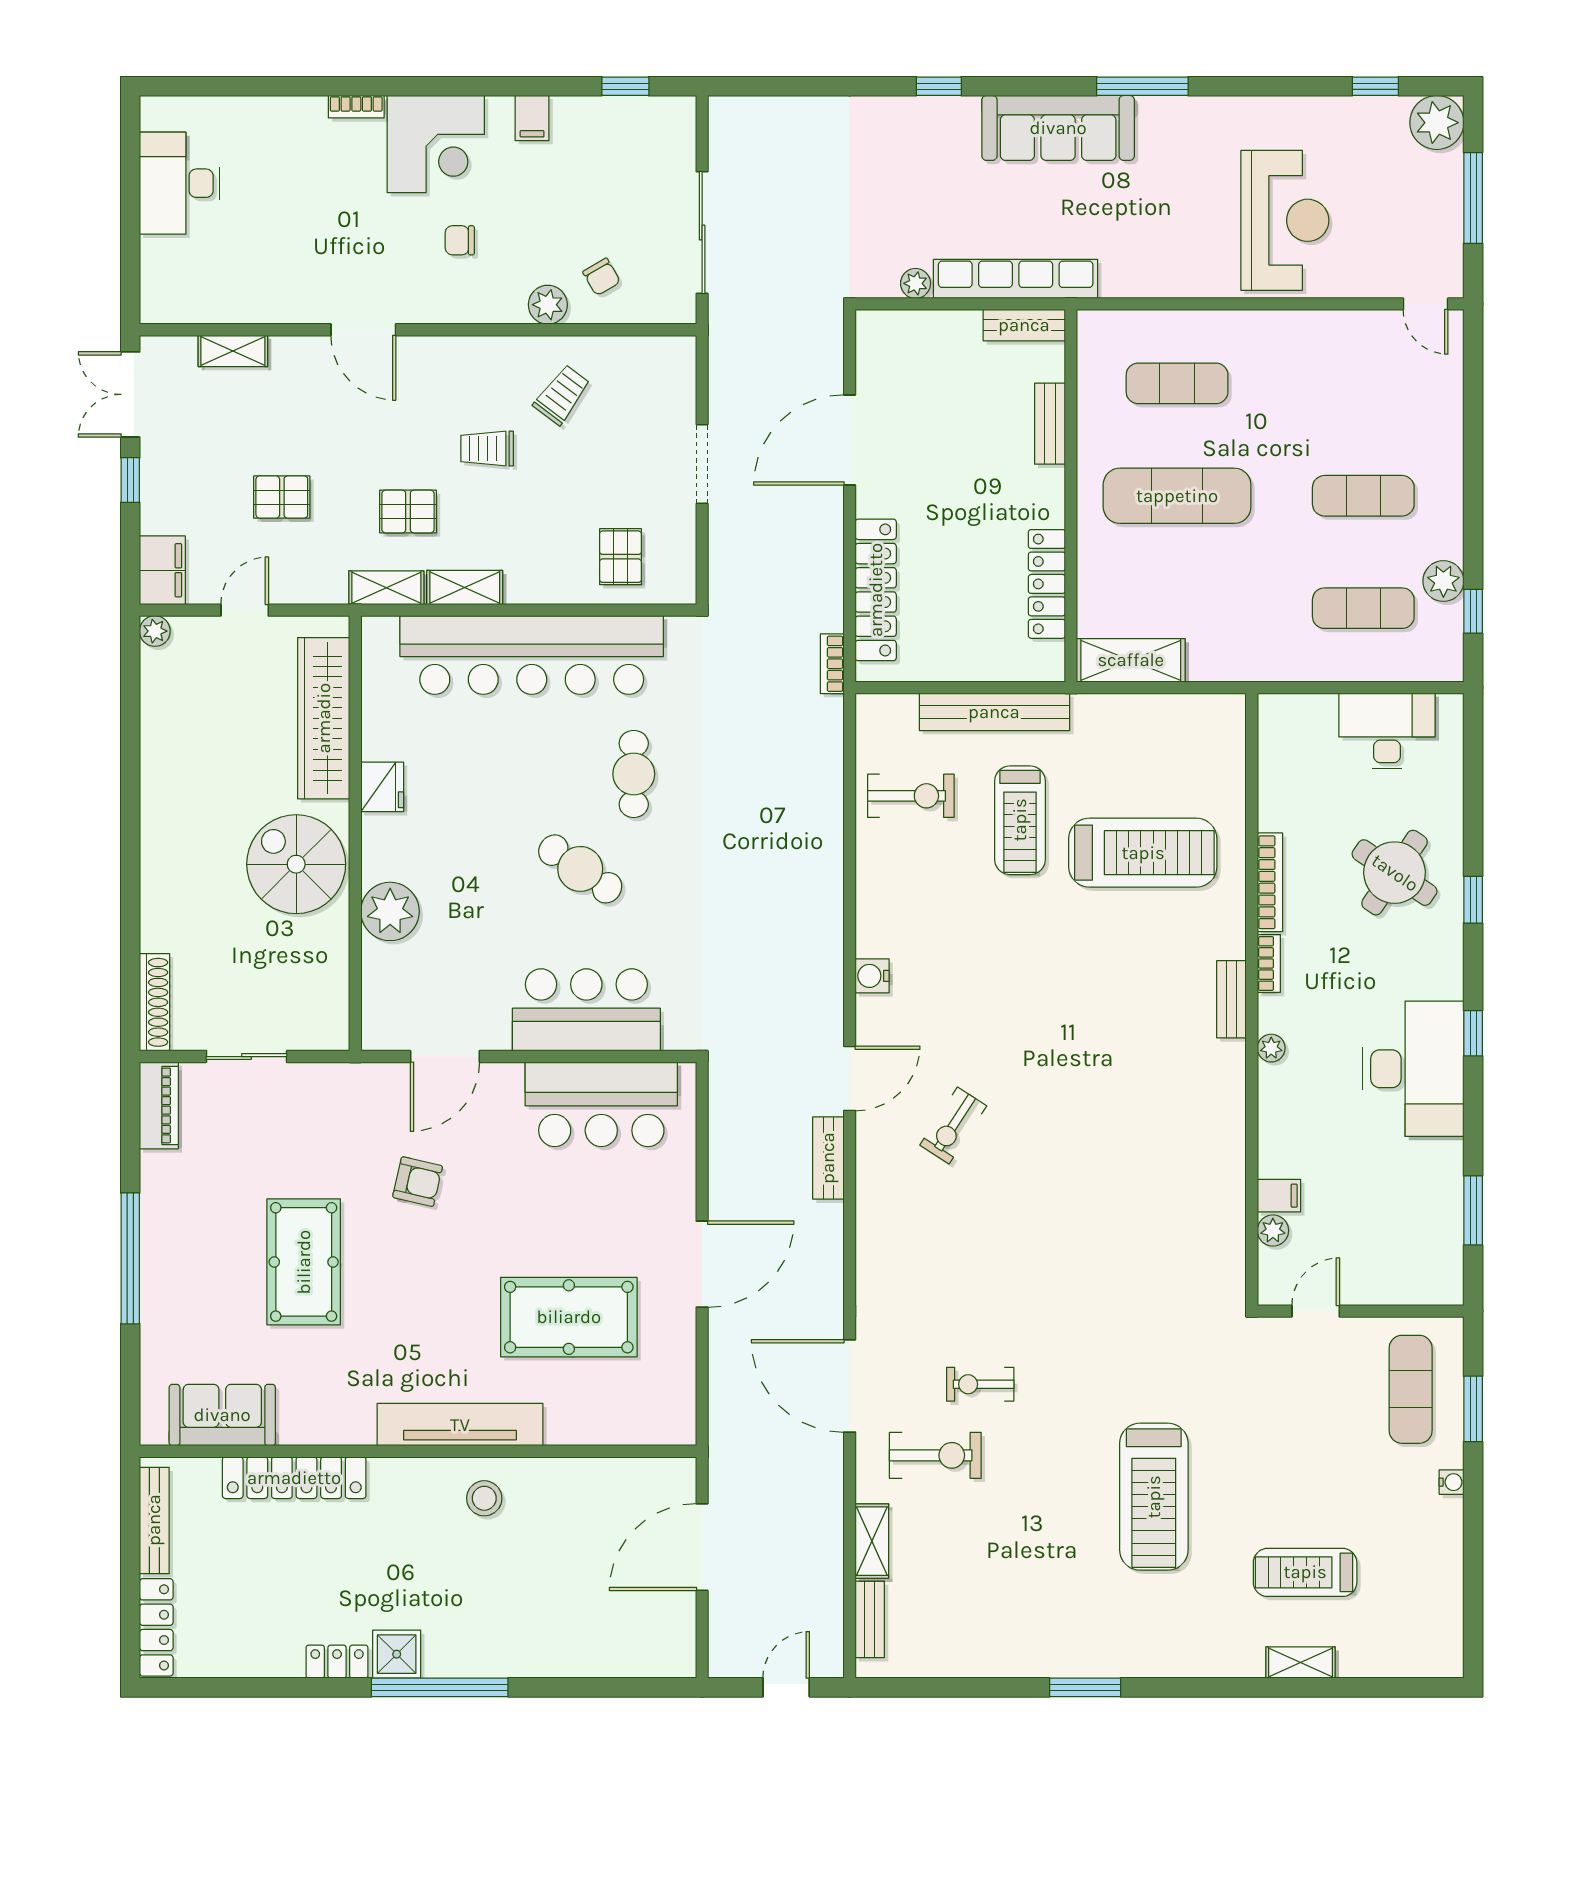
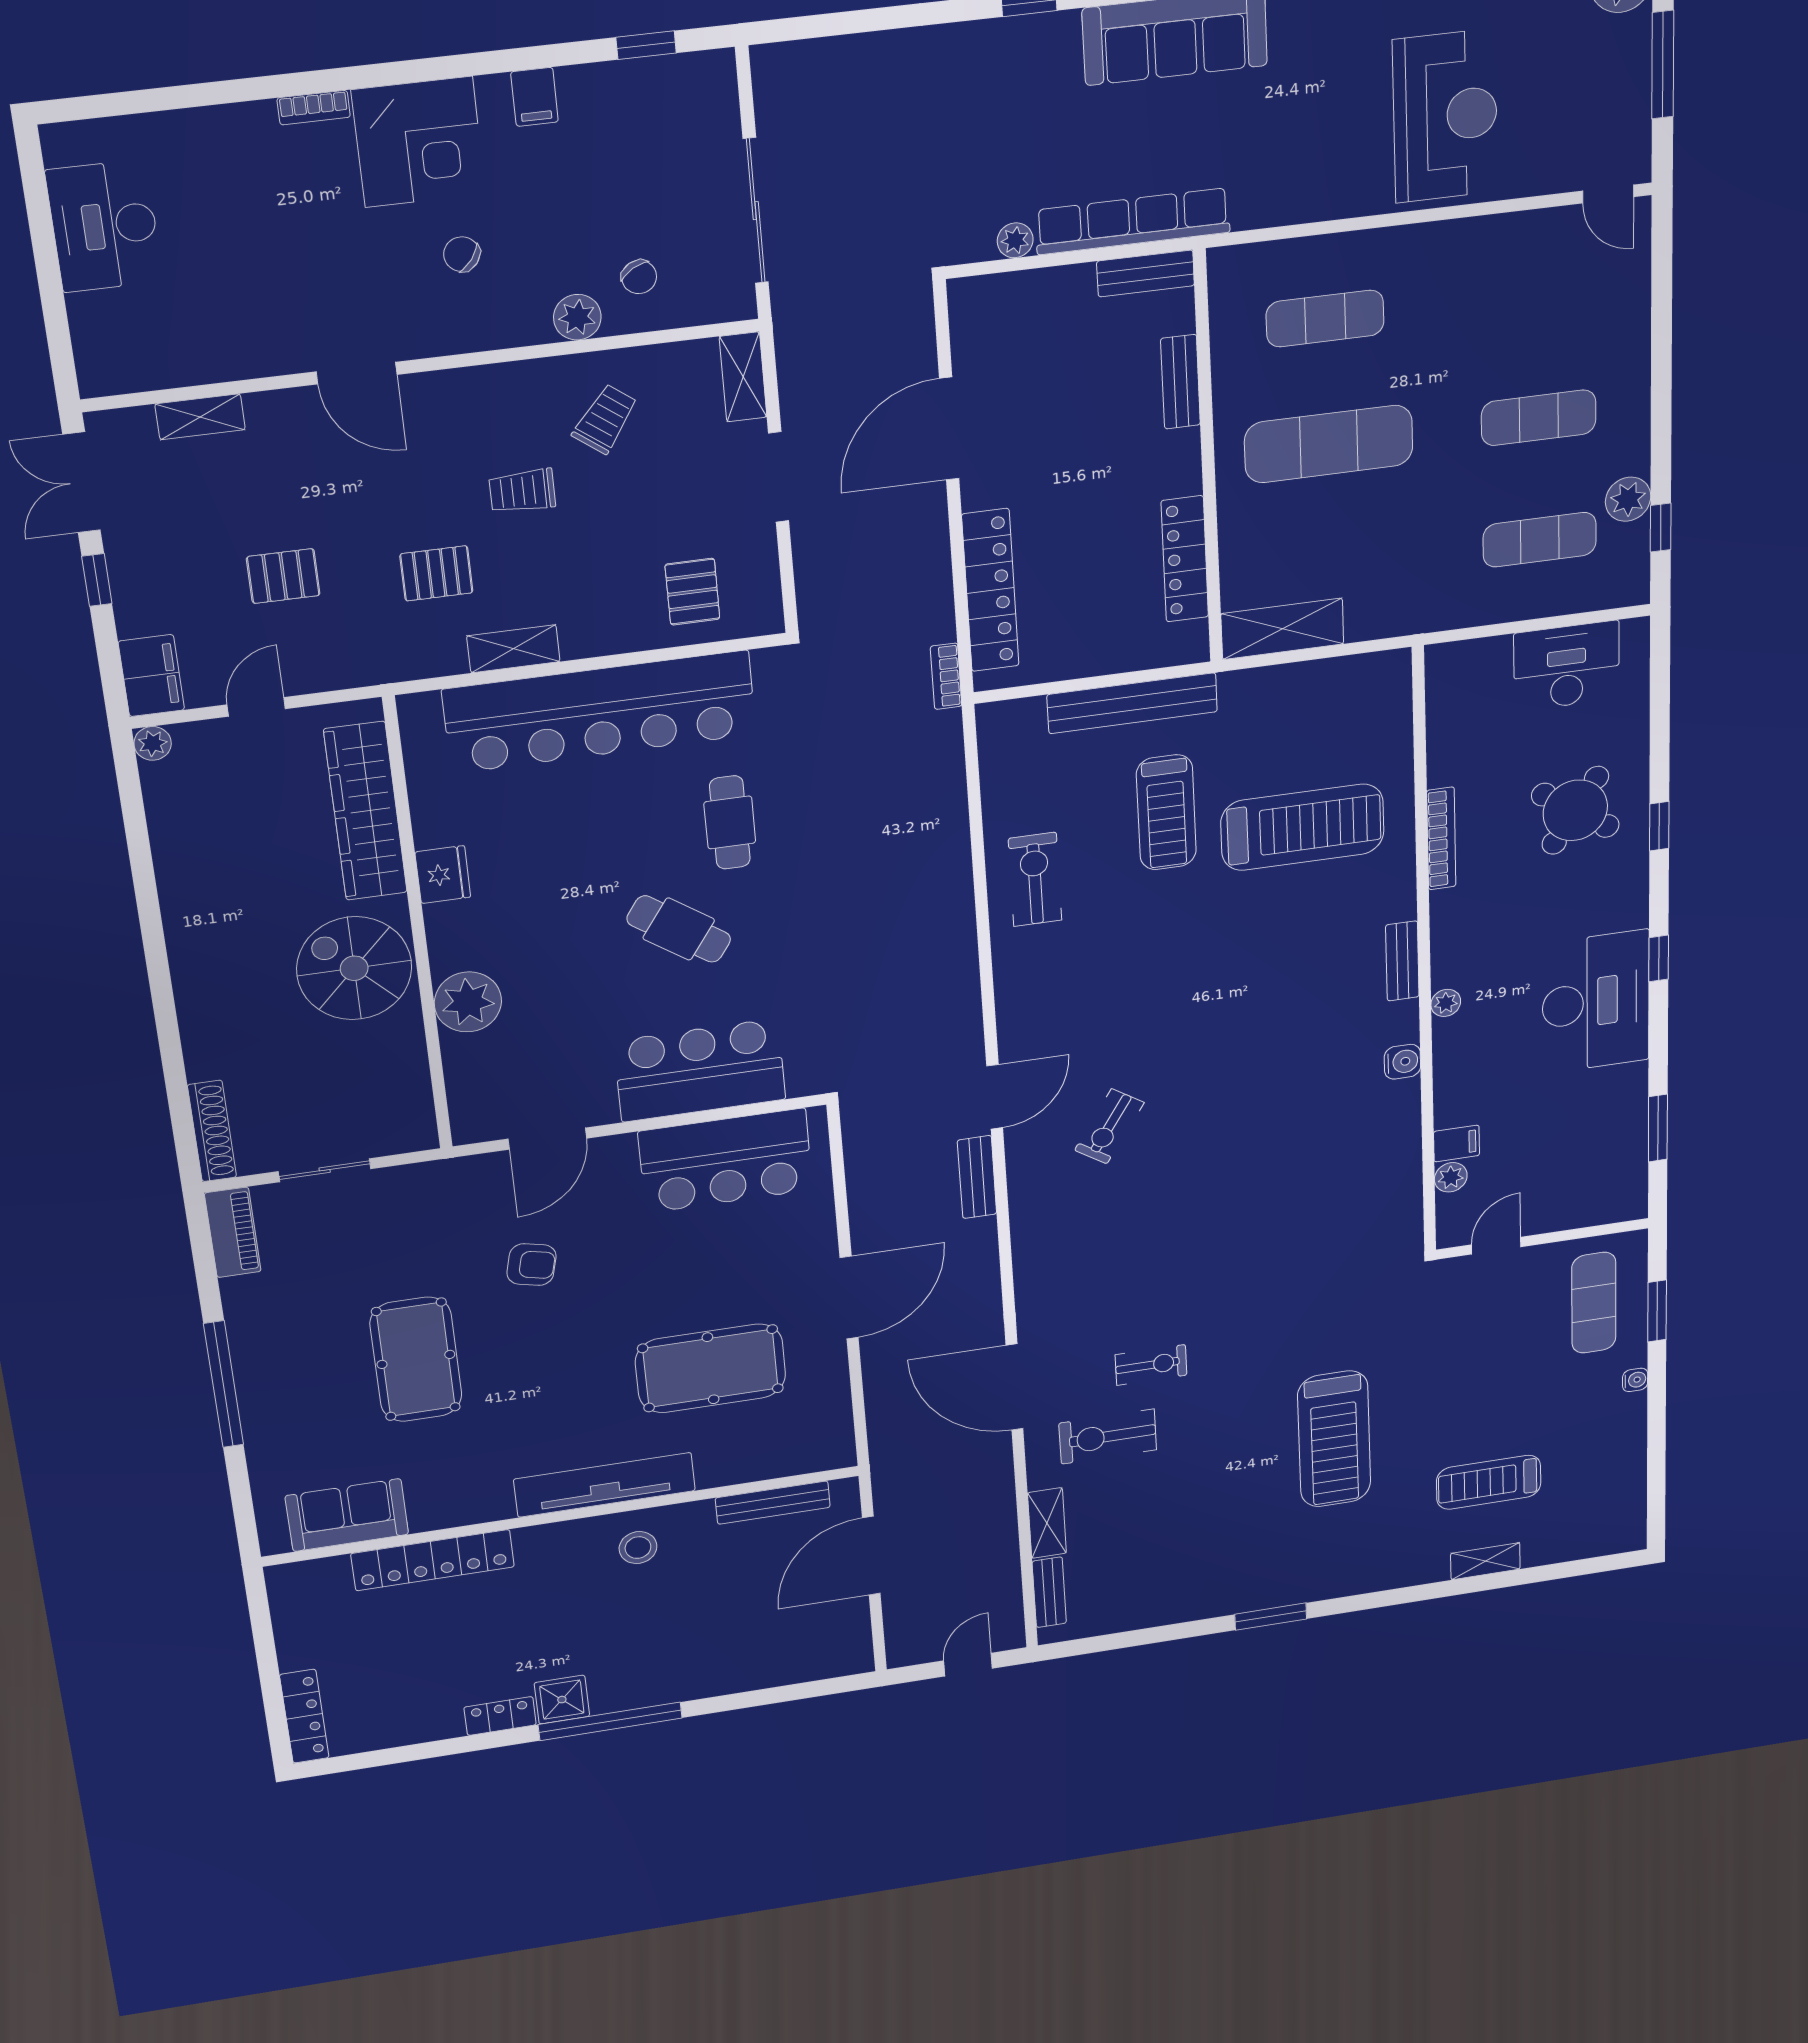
chair: (460, 240) -> (462, 254), turned 37
shelving: (386, 588) -> (743, 377), moved, turned 90
exercise bike: (911, 796) -> (1035, 879), moved, turned -90
bookcase: (1269, 963) -> (1442, 920), removed
water cooler: (872, 976) -> (1402, 1062), moved, turned 180
exercise bike: (980, 1384) -> (1151, 1365), turned 180
exercise bike: (935, 1455) -> (1108, 1437), turned 180
bench: (154, 1520) -> (773, 1503), moved, turned 90

